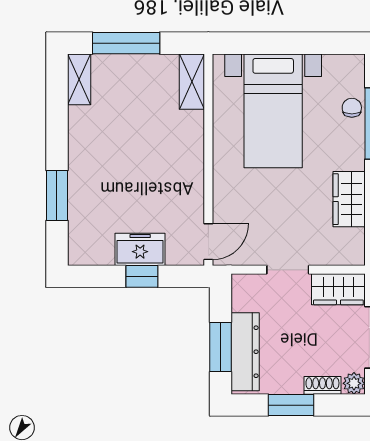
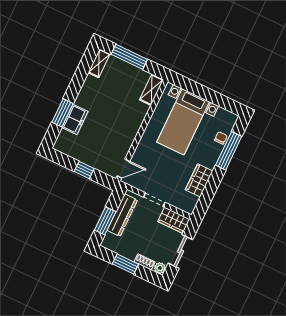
freezer: (140, 249) -> (75, 119), moved, turned 90
dresser: (245, 352) -> (122, 215), moved

